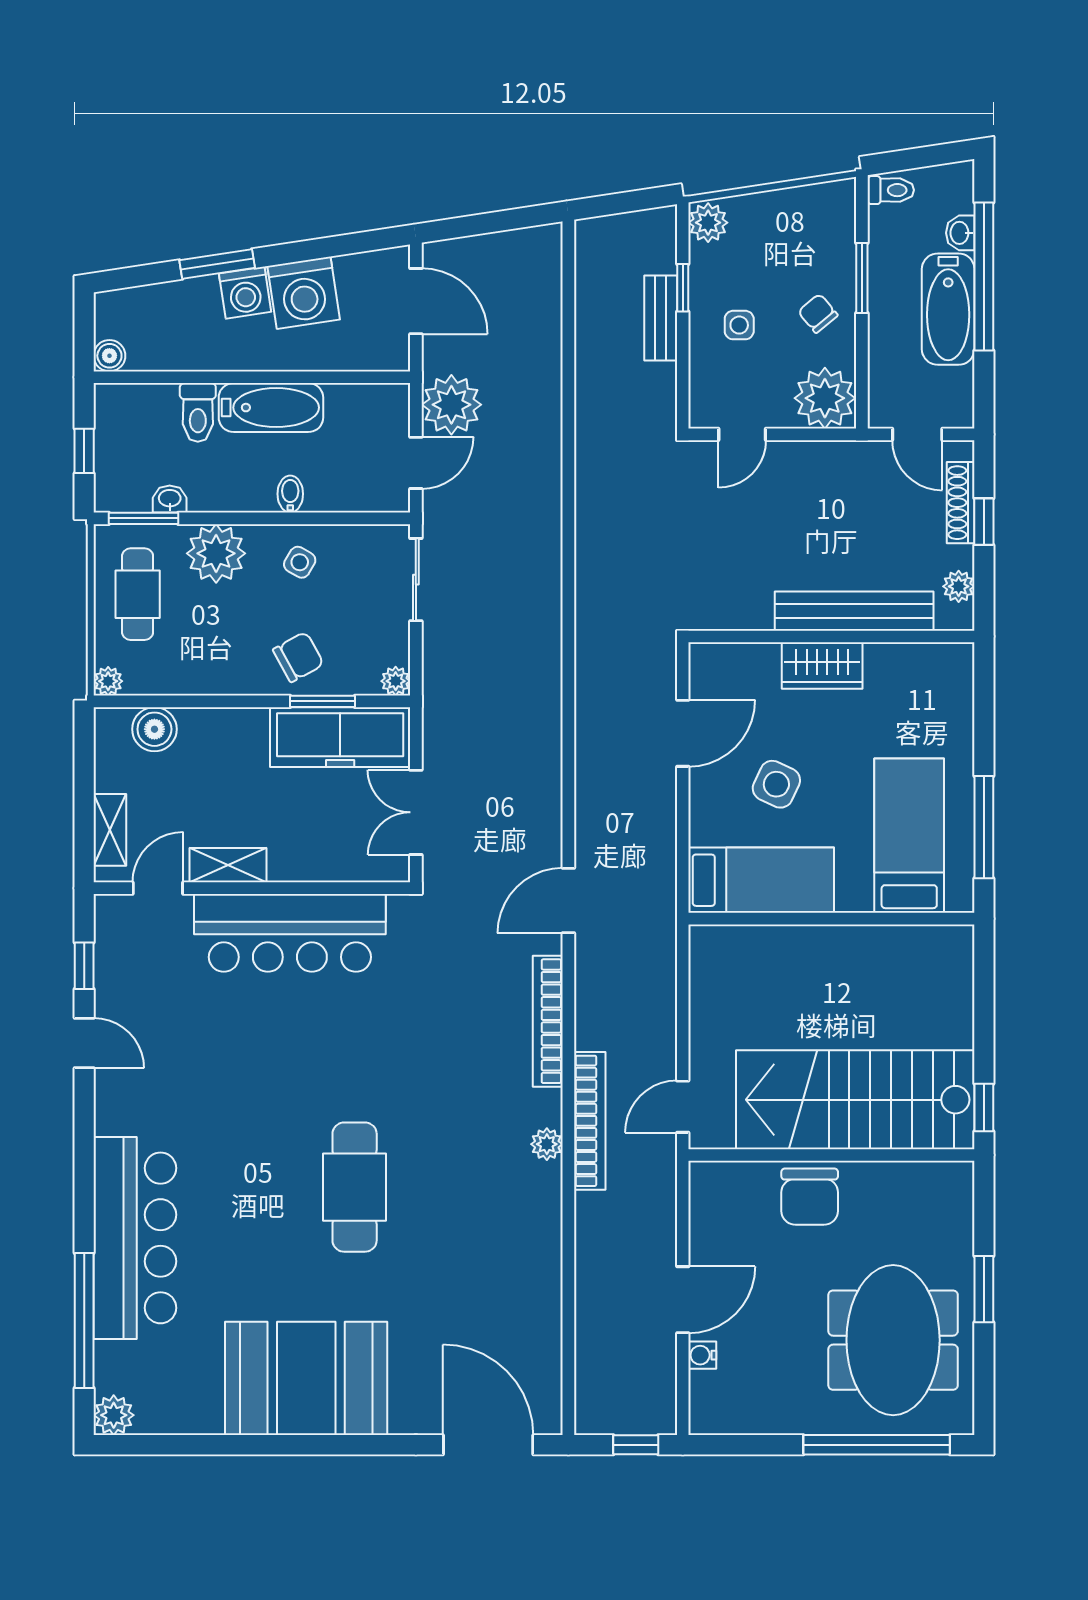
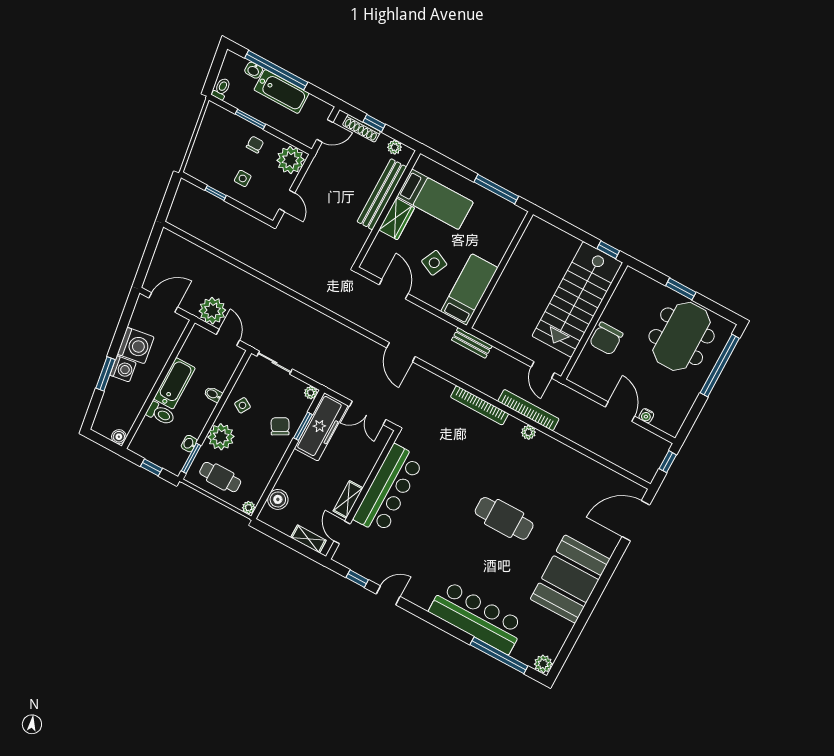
plant: (708, 223) -> (195, 169), removed
chair: (818, 313) -> (255, 144), turned 130
bench: (661, 318) -> (472, 343), moved
bed: (909, 836) -> (435, 199), moved, turned 180
door: (568, 901) -> (401, 352), moved
chair: (810, 1197) -> (606, 339), turned 90
meeting table: (893, 1340) -> (682, 336), turned 90

